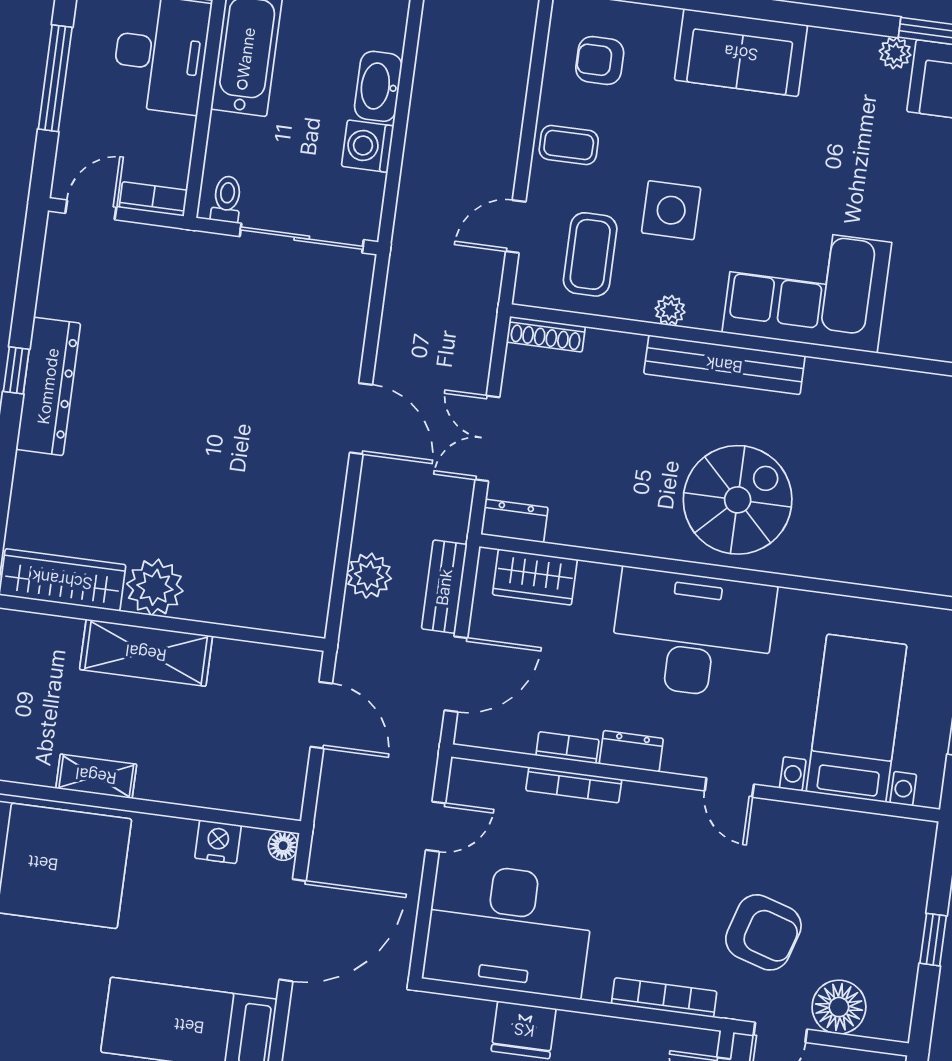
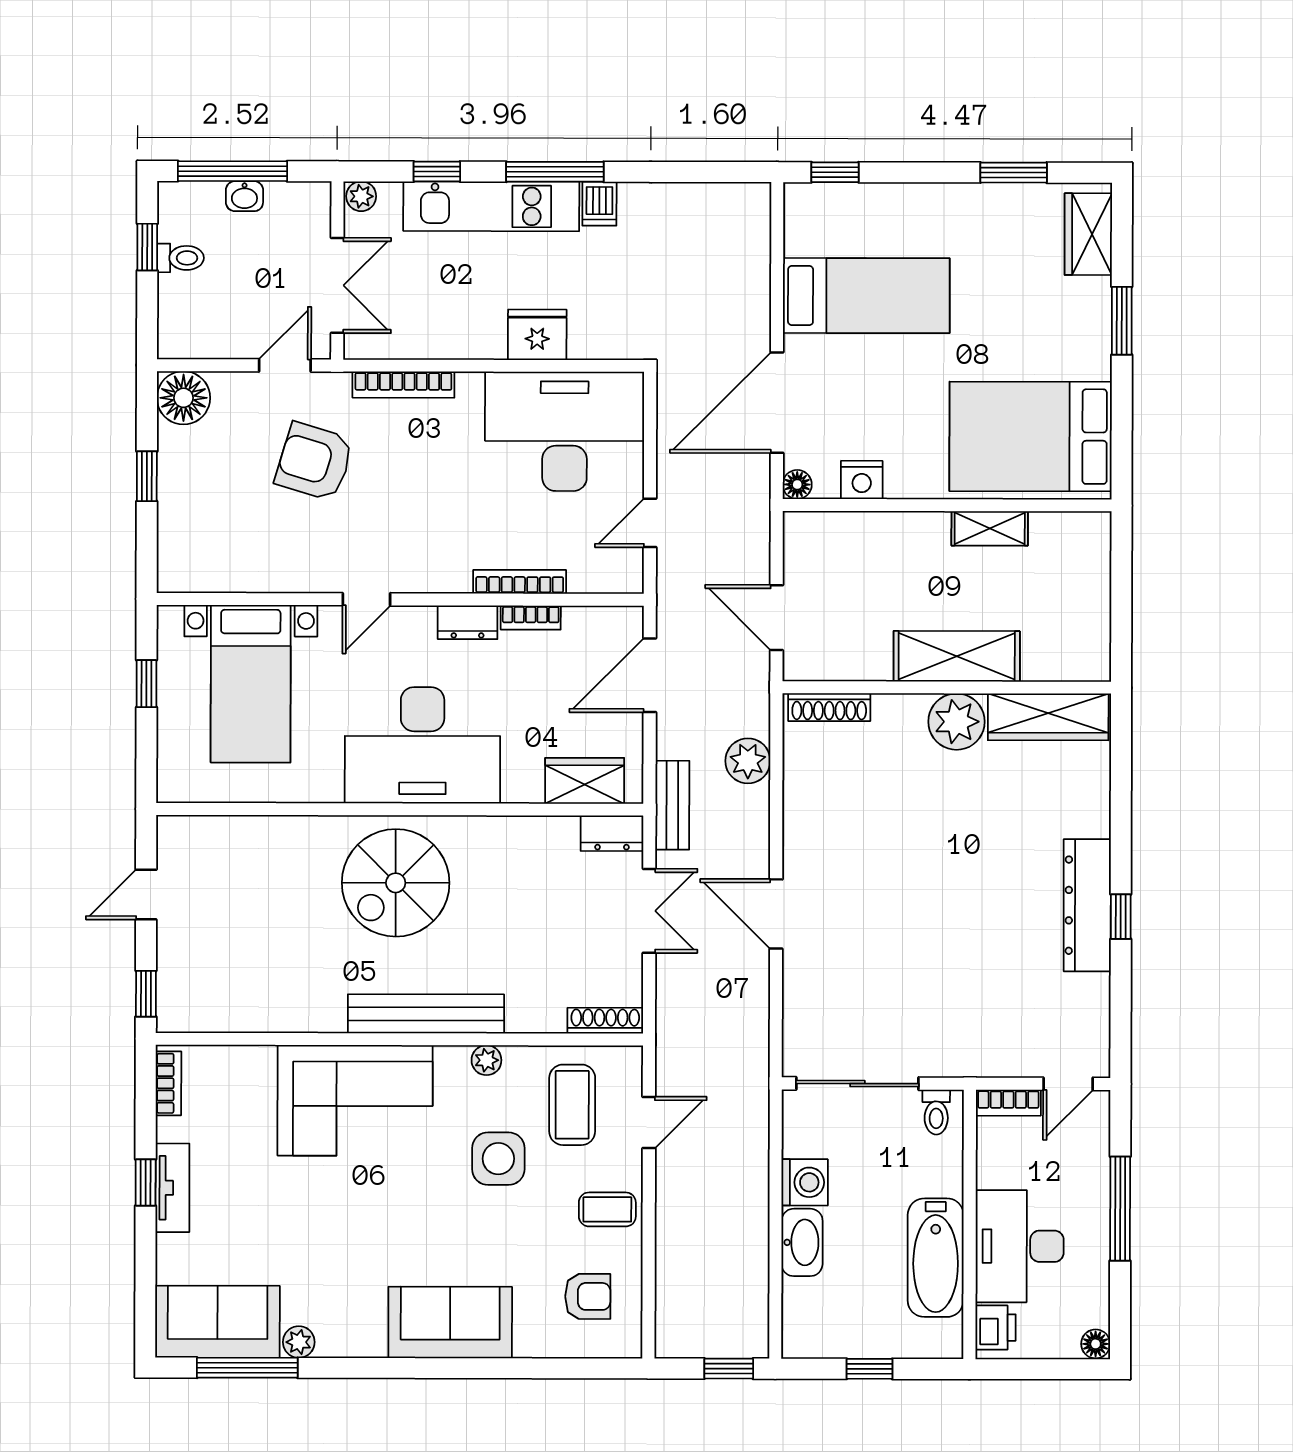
bench: (444, 587) -> (672, 805), moved
shoe rack: (280, 619) -> (829, 707), added
door: (729, 788) -> (367, 599), swing flipped
floor lamp: (839, 1007) -> (184, 398), moved

